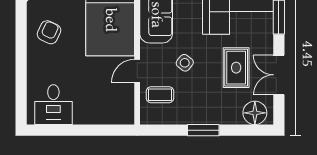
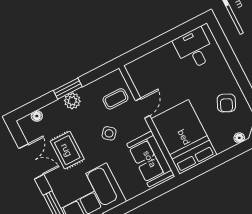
floor lamp: (255, 113) -> (37, 116), width x0.53, depth x0.53
plant: (205, 115) -> (72, 101), added

